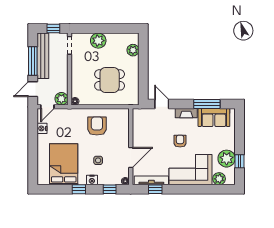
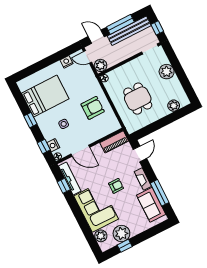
piano: (138, 122) -> (114, 142), added
nightstand: (92, 180) -> (53, 145), moved

